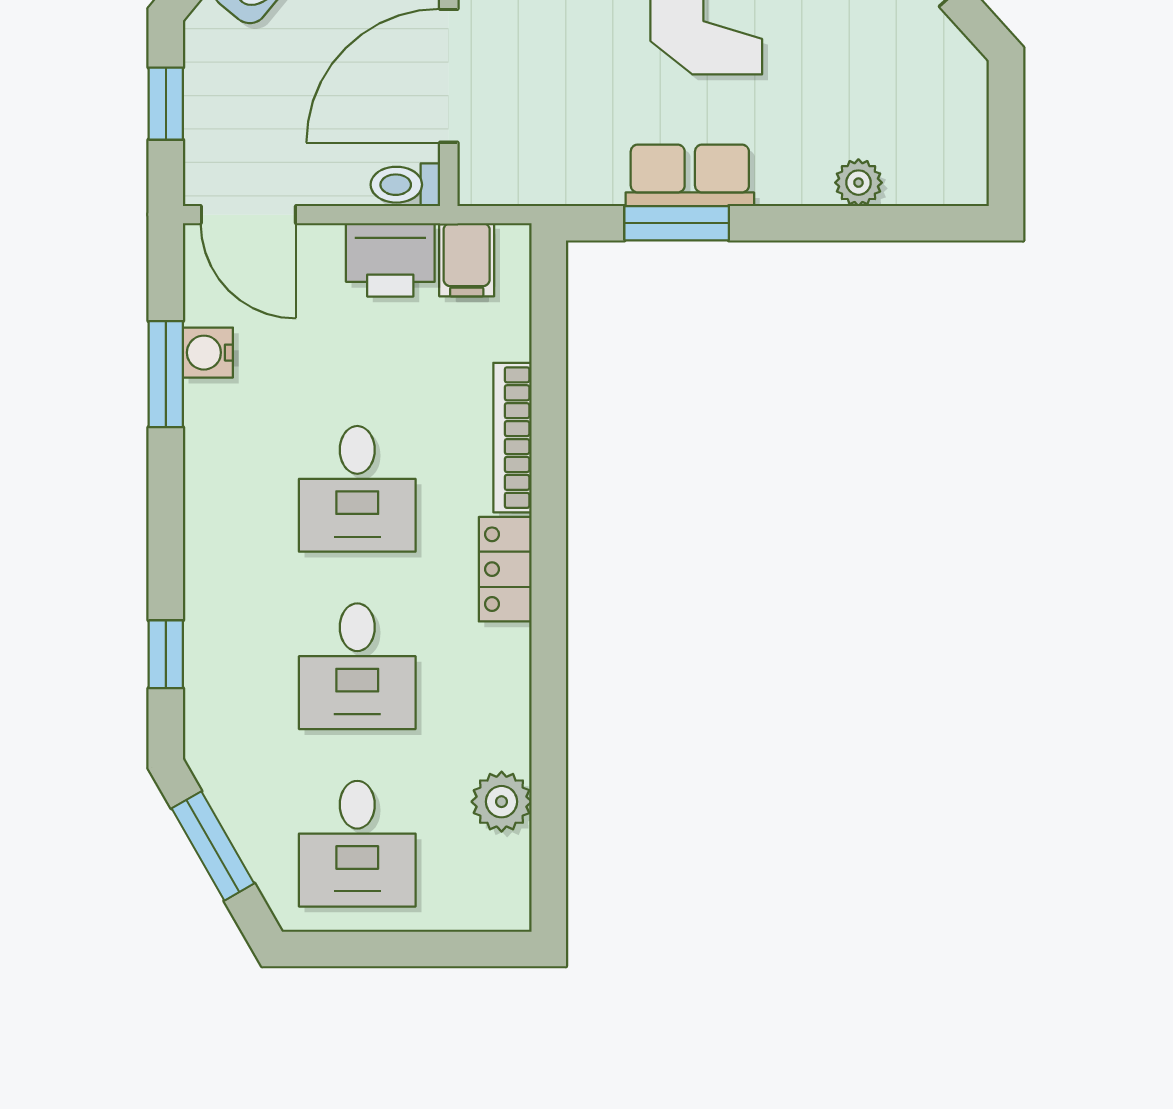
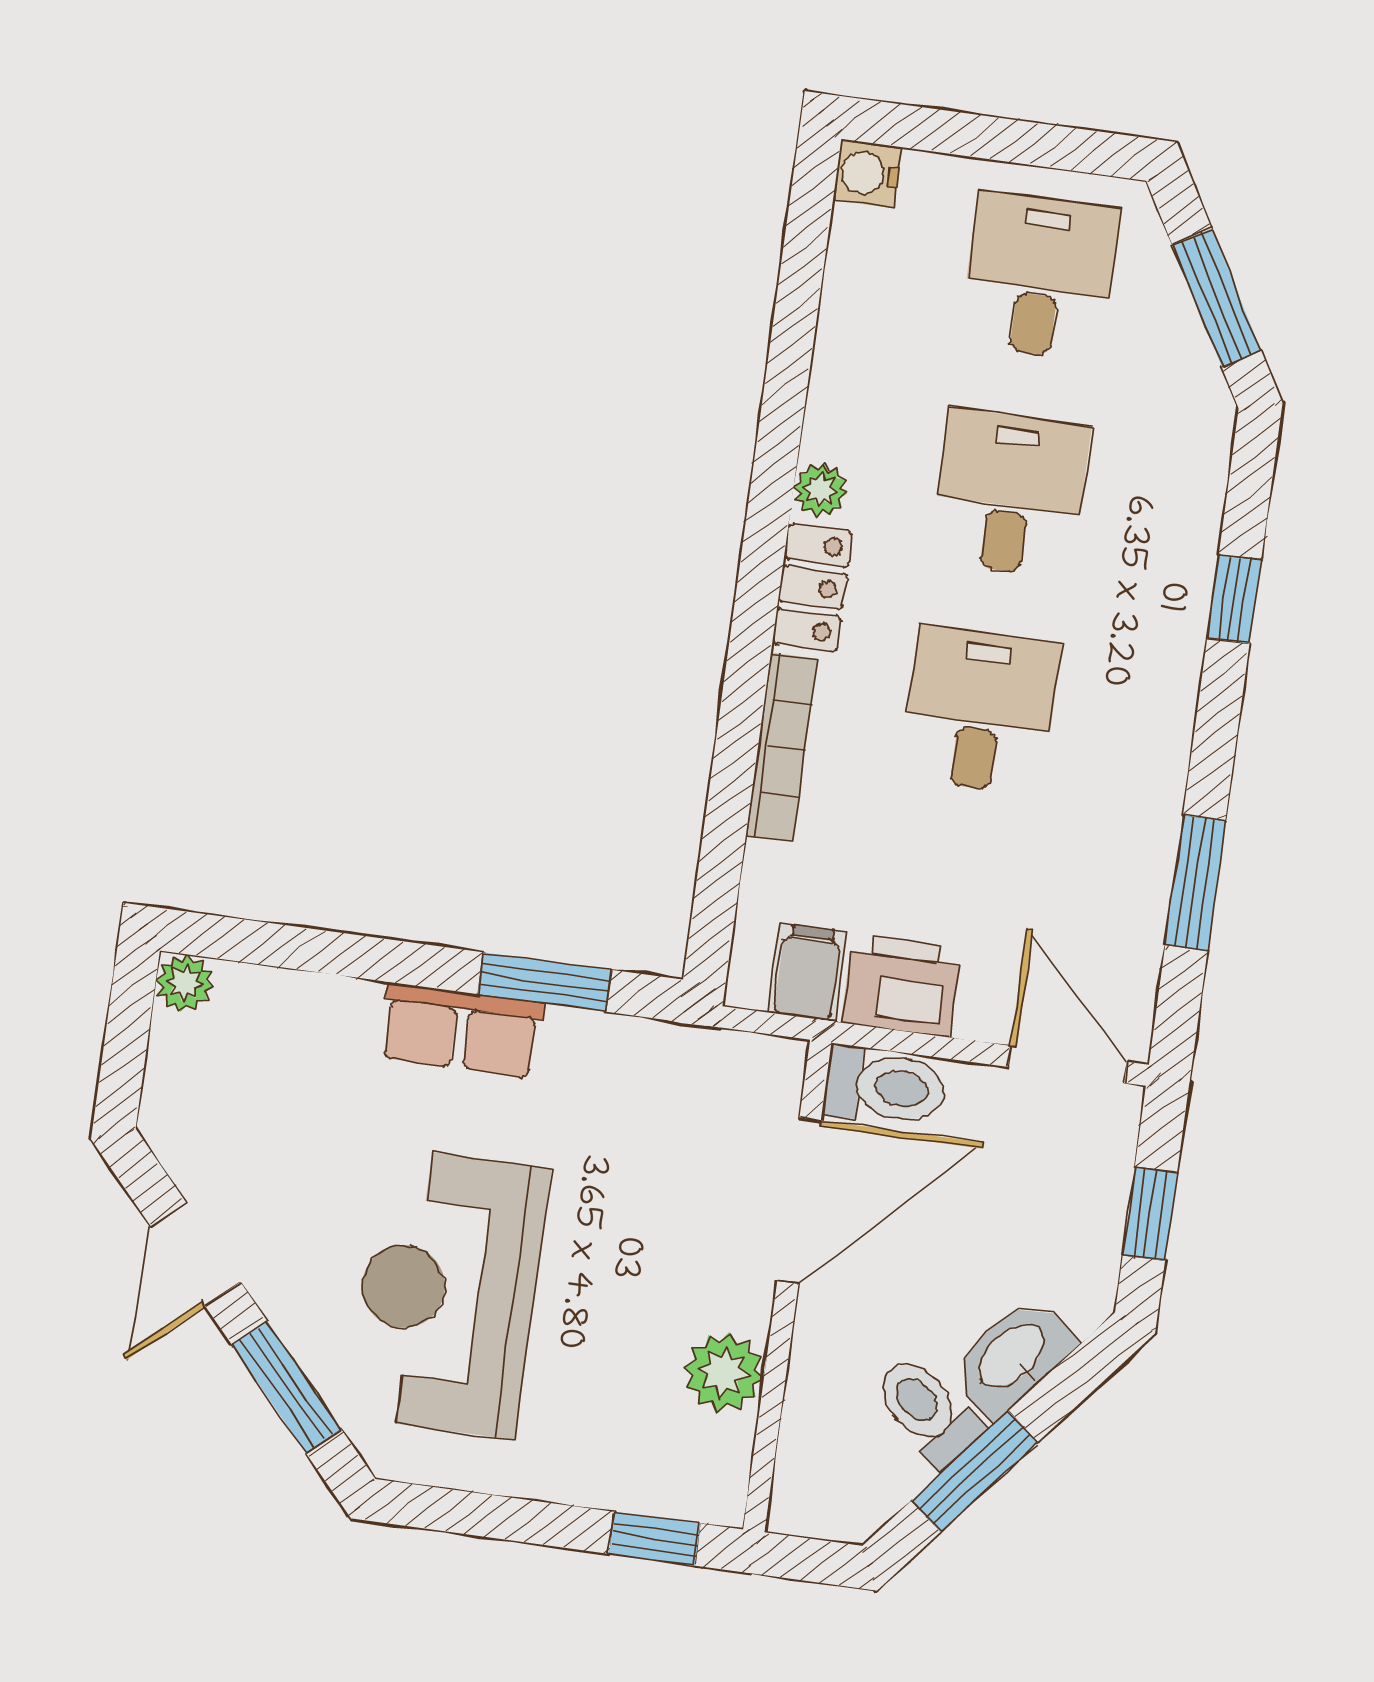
row of seats: (690, 175) -> (461, 1030), moved
plant: (858, 183) -> (184, 983), moved
toilet: (405, 185) -> (885, 1087), width x1.37, depth x1.39
water cooler: (208, 353) -> (867, 174), moved, turned 180
window: (166, 654) -> (1234, 599), moved
plant: (502, 802) -> (820, 490), moved, width x0.73, depth x0.73

